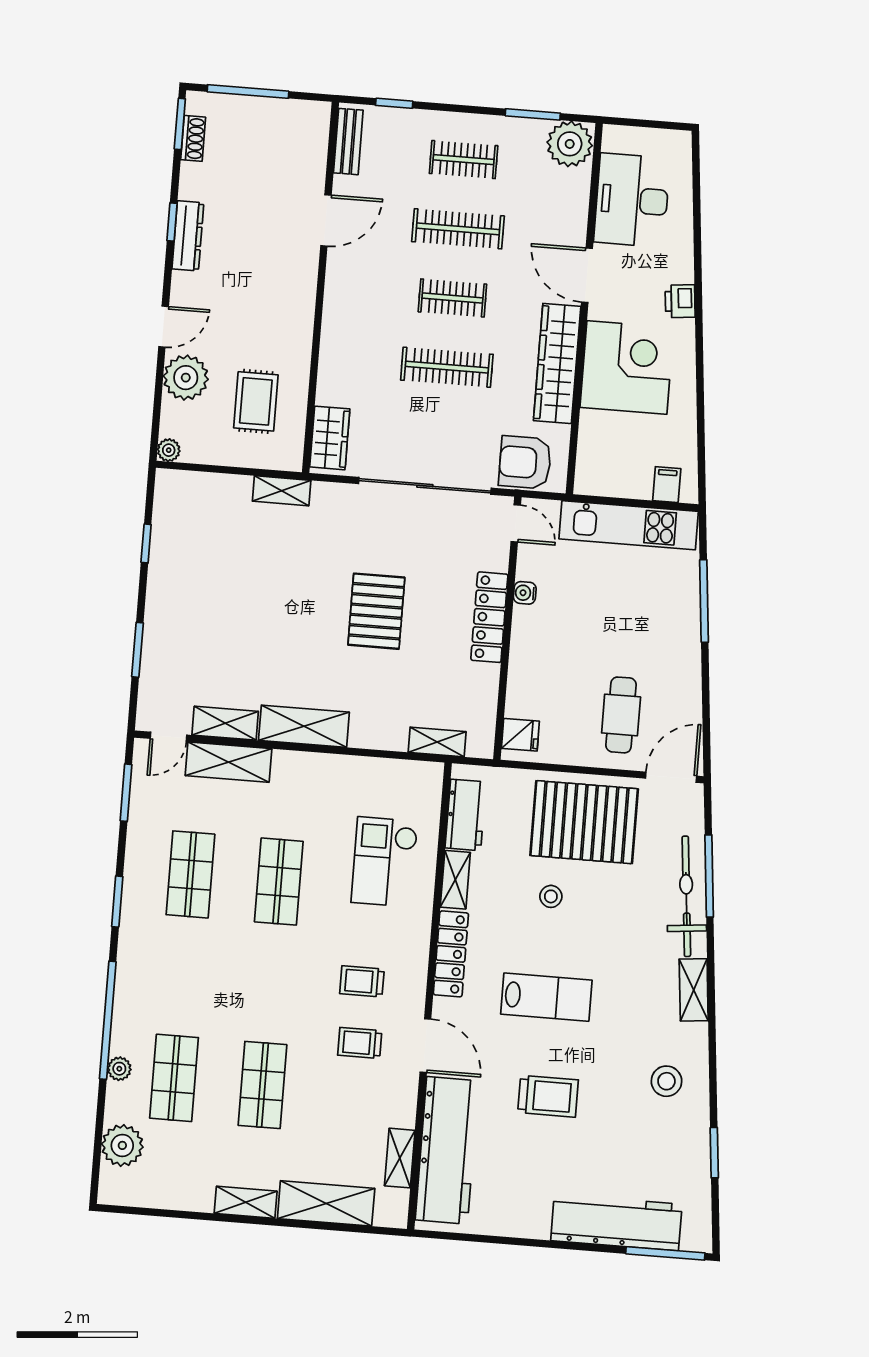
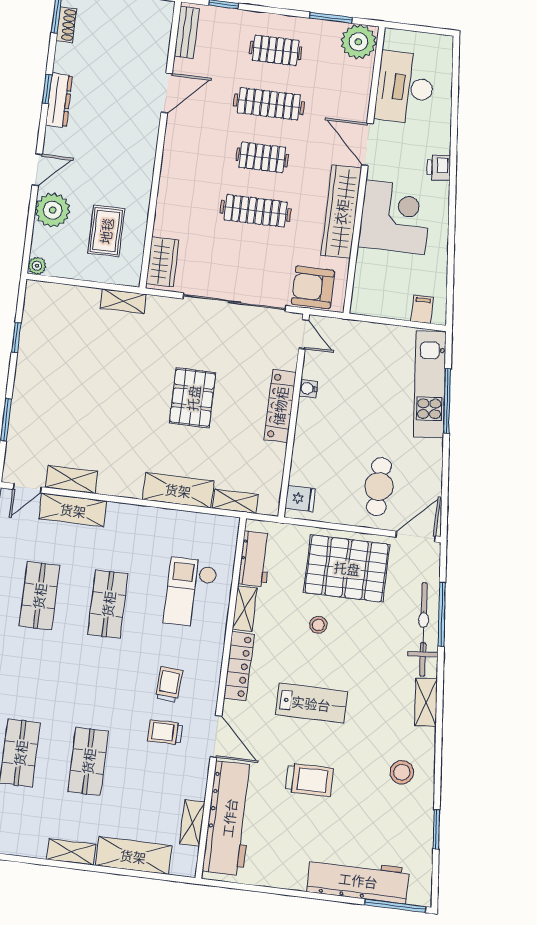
kitchen unit: (629, 525) -> (430, 384), moved, turned 84
shelving: (304, 726) -> (178, 490), moved
trolley: (362, 981) -> (169, 684), turned 94

